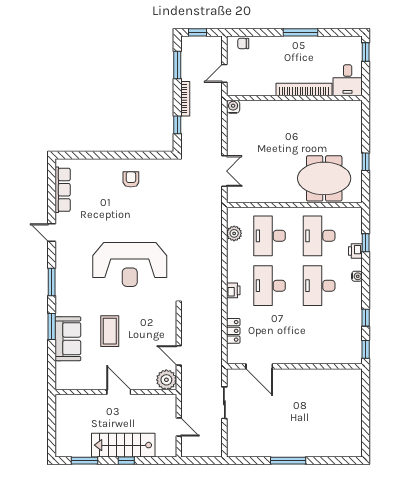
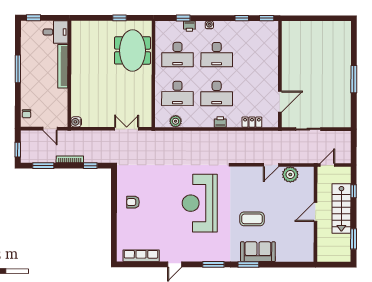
reception desk: (130, 264) -> (200, 203), turned 180
wall: (116, 392) -> (316, 214), moved
door: (119, 392) -> (316, 212), moved
window: (126, 461) -> (354, 191), moved

